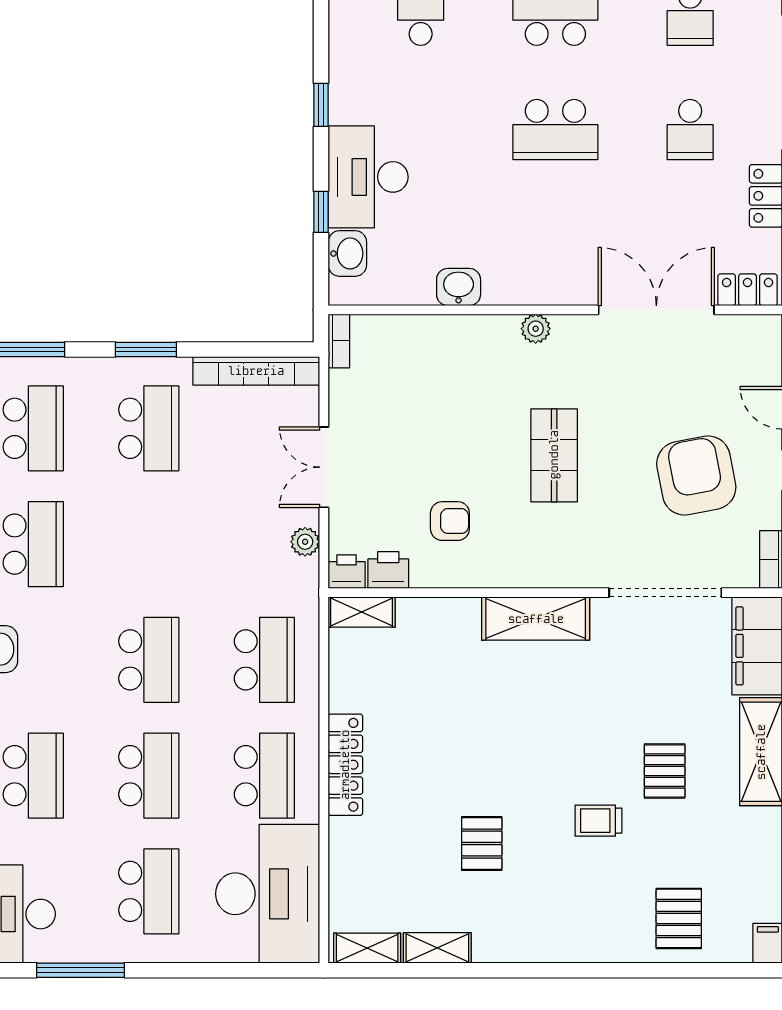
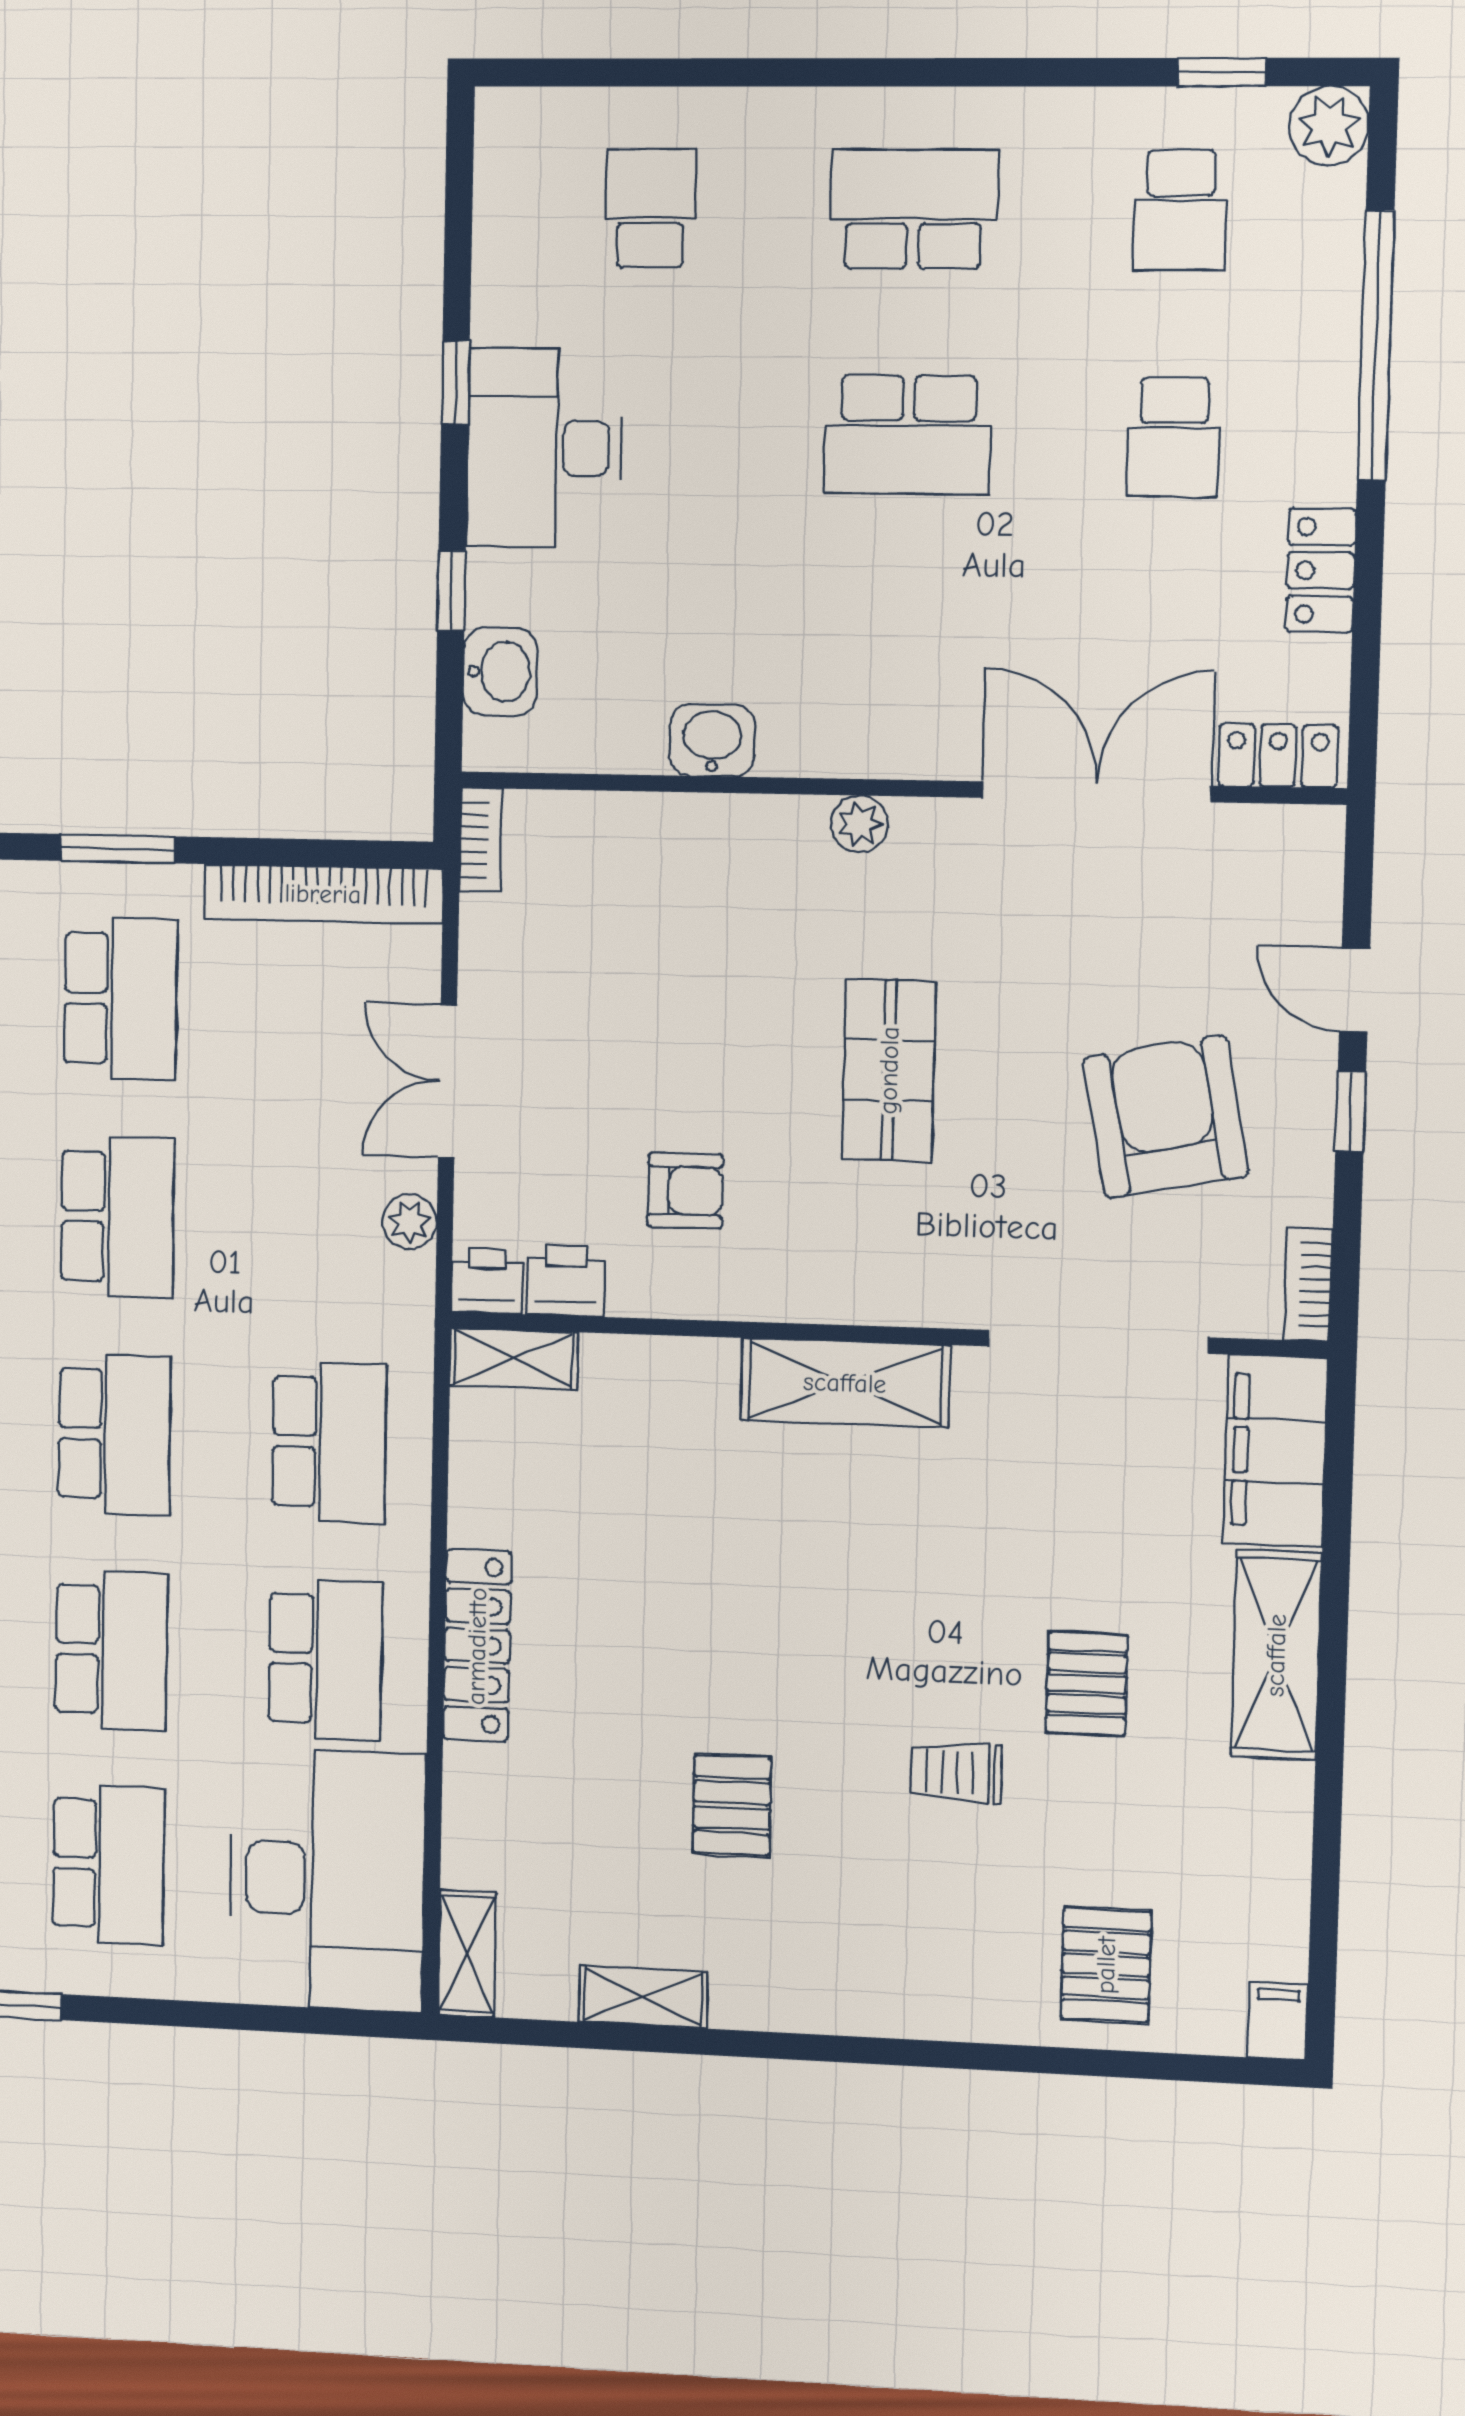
desk: (368, 177) -> (544, 448), moved
school desk: (149, 544) -> (117, 1217), added
shelving: (367, 948) -> (467, 1954), moved, turned 90

